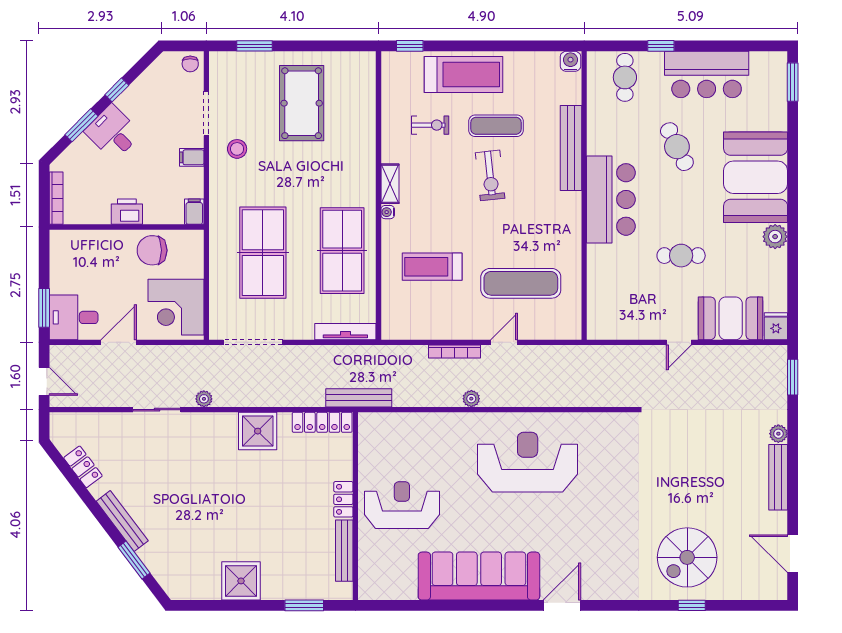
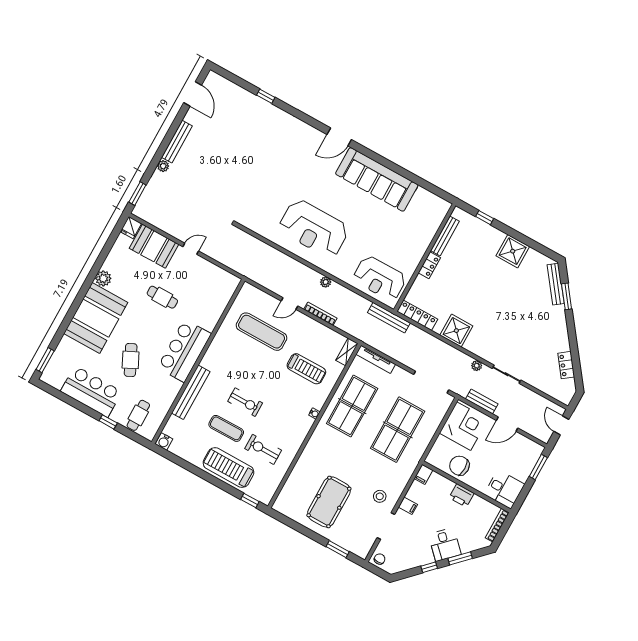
exercise bike: (430, 125) -> (263, 449), width x1.38, depth x1.39
exercise bike: (490, 175) -> (245, 402), turned 96
shelving: (390, 184) -> (347, 352), moved
chair: (152, 250) -> (459, 466), turned 180
desk: (74, 317) -> (504, 489), moved
bench: (170, 354) -> (482, 401), added
reception desk: (402, 505) -> (380, 278), moved
bench: (122, 521) -> (556, 284), moved
spiral stairs: (687, 557) -> (253, 125), removed
window: (304, 605) -> (485, 218), width x0.67

